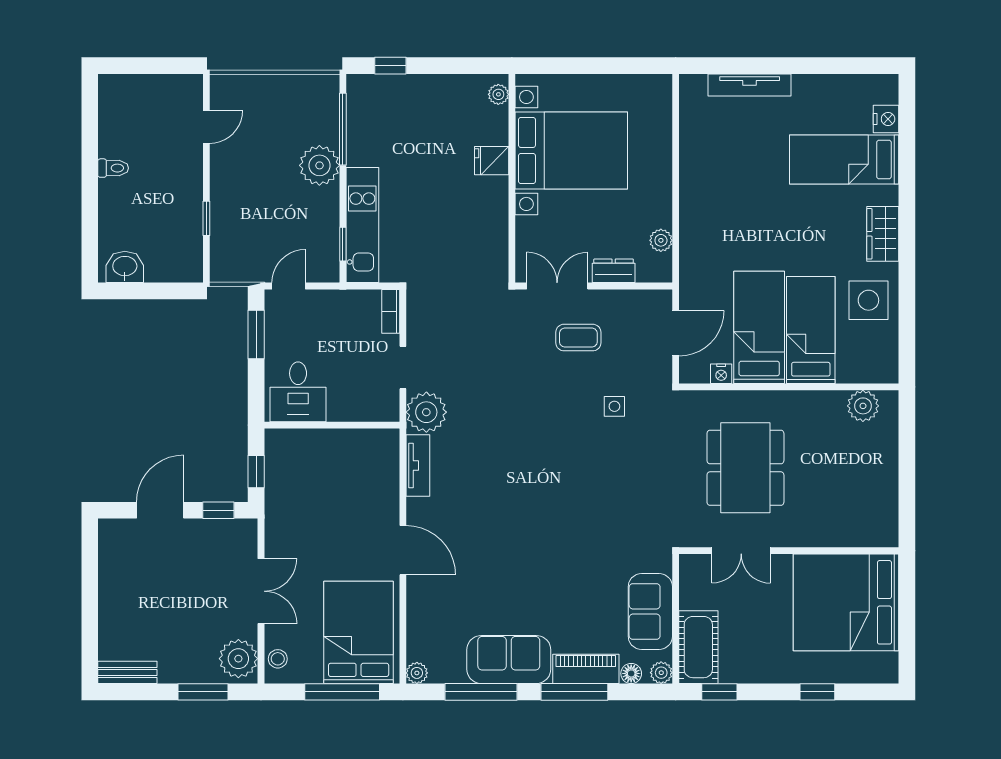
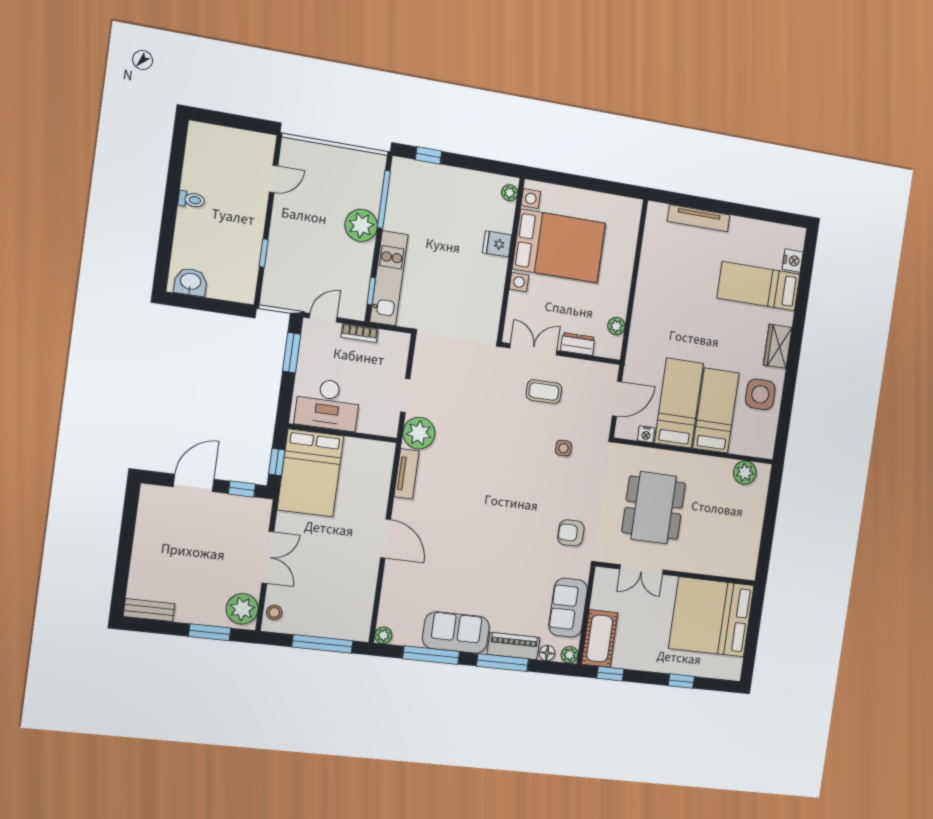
bookcase: (391, 311) -> (360, 333), moved, turned -90
desk: (298, 392) -> (328, 404), width x1.37
armchair: (640, 514) -> (571, 533), added
bed: (359, 632) -> (310, 473), moved, turned 180

